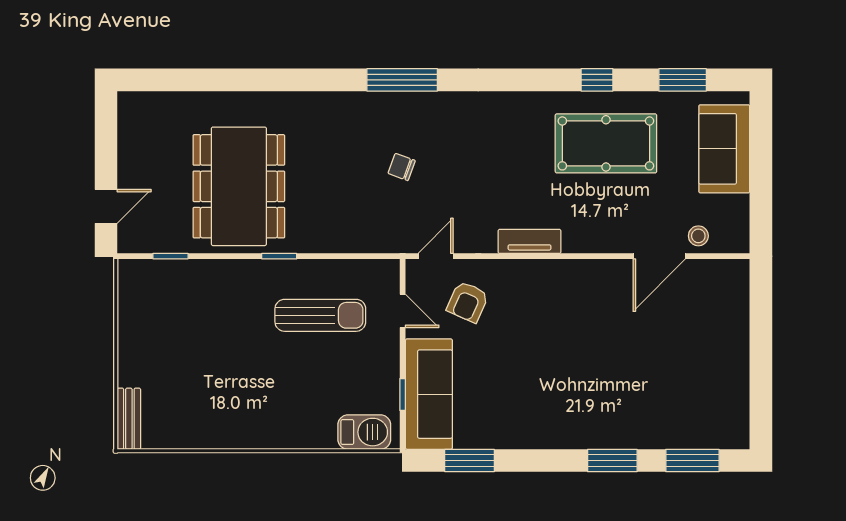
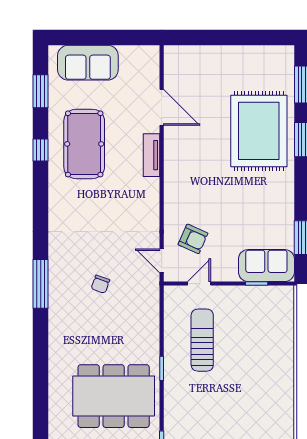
stool: (698, 236) -> (148, 80), removed
tv unit: (530, 241) -> (151, 155), moved
sofa: (429, 394) -> (266, 266), width x0.73
rug: (625, 398) -> (259, 131), added
barbecue: (364, 432) -> (282, 310), removed

